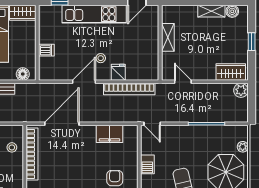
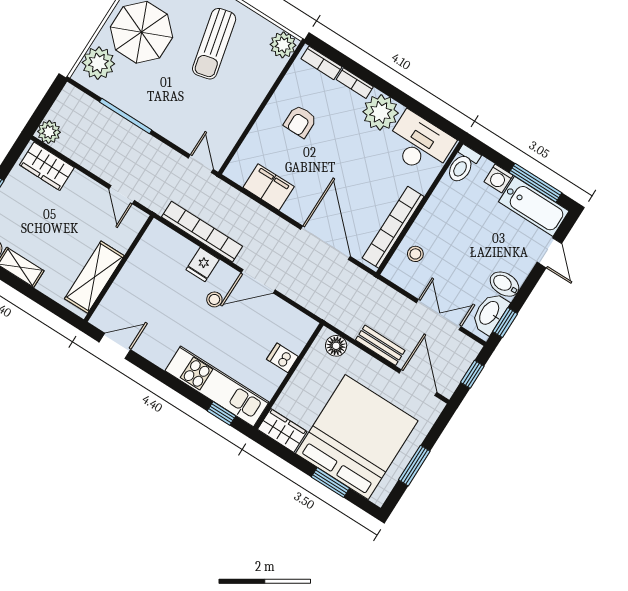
kitchen unit: (94, 14) -> (217, 386), moved
shelving: (168, 37) -> (94, 277), width x1.50, depth x1.33
door: (62, 124) -> (326, 243), swing flipped
plant: (243, 147) -> (98, 63), width x1.88, depth x1.88
barbecue: (147, 164) -> (243, 112), removed

